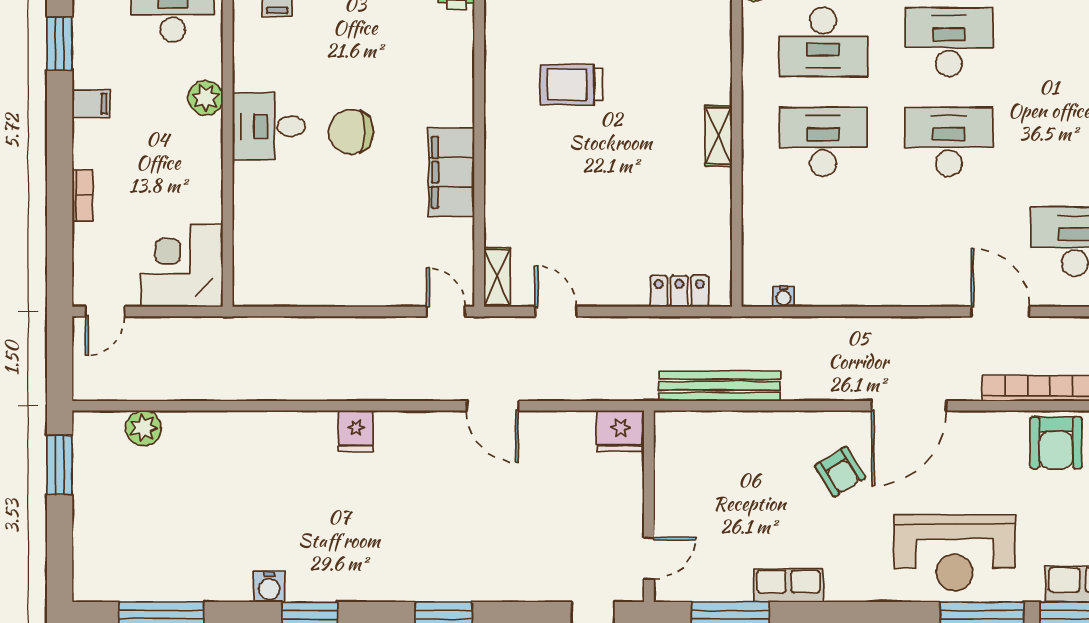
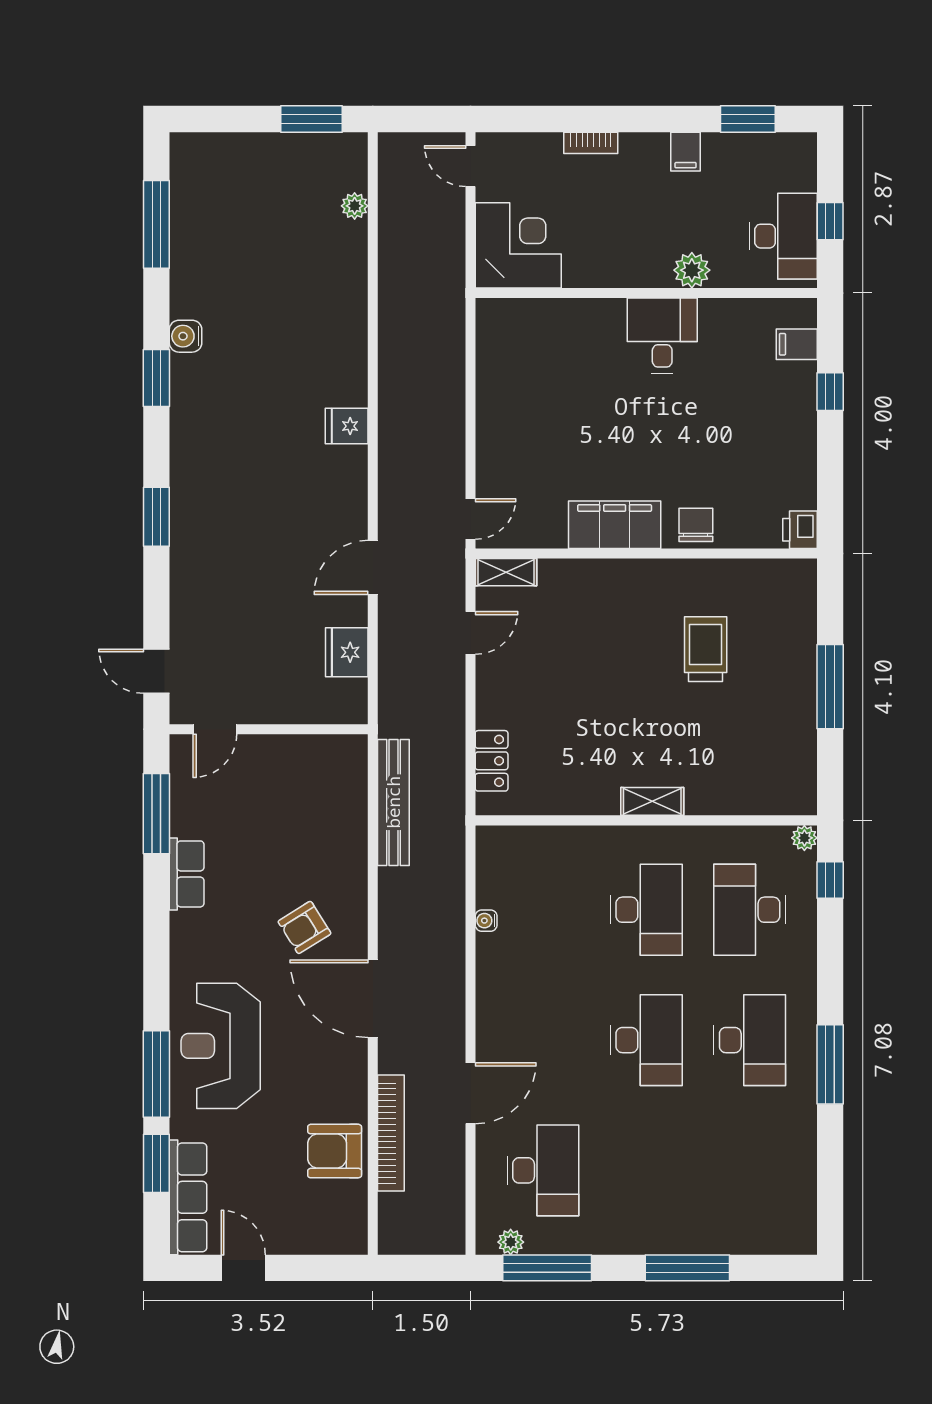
chair: (351, 132) -> (696, 525), moved, width x0.73, depth x0.73
water cooler: (784, 296) -> (486, 921), moved
plant: (144, 428) -> (355, 206), width x0.73, depth x0.73
fridge: (620, 431) -> (347, 652), moved
door: (649, 558) -> (215, 729), hinge flipped

